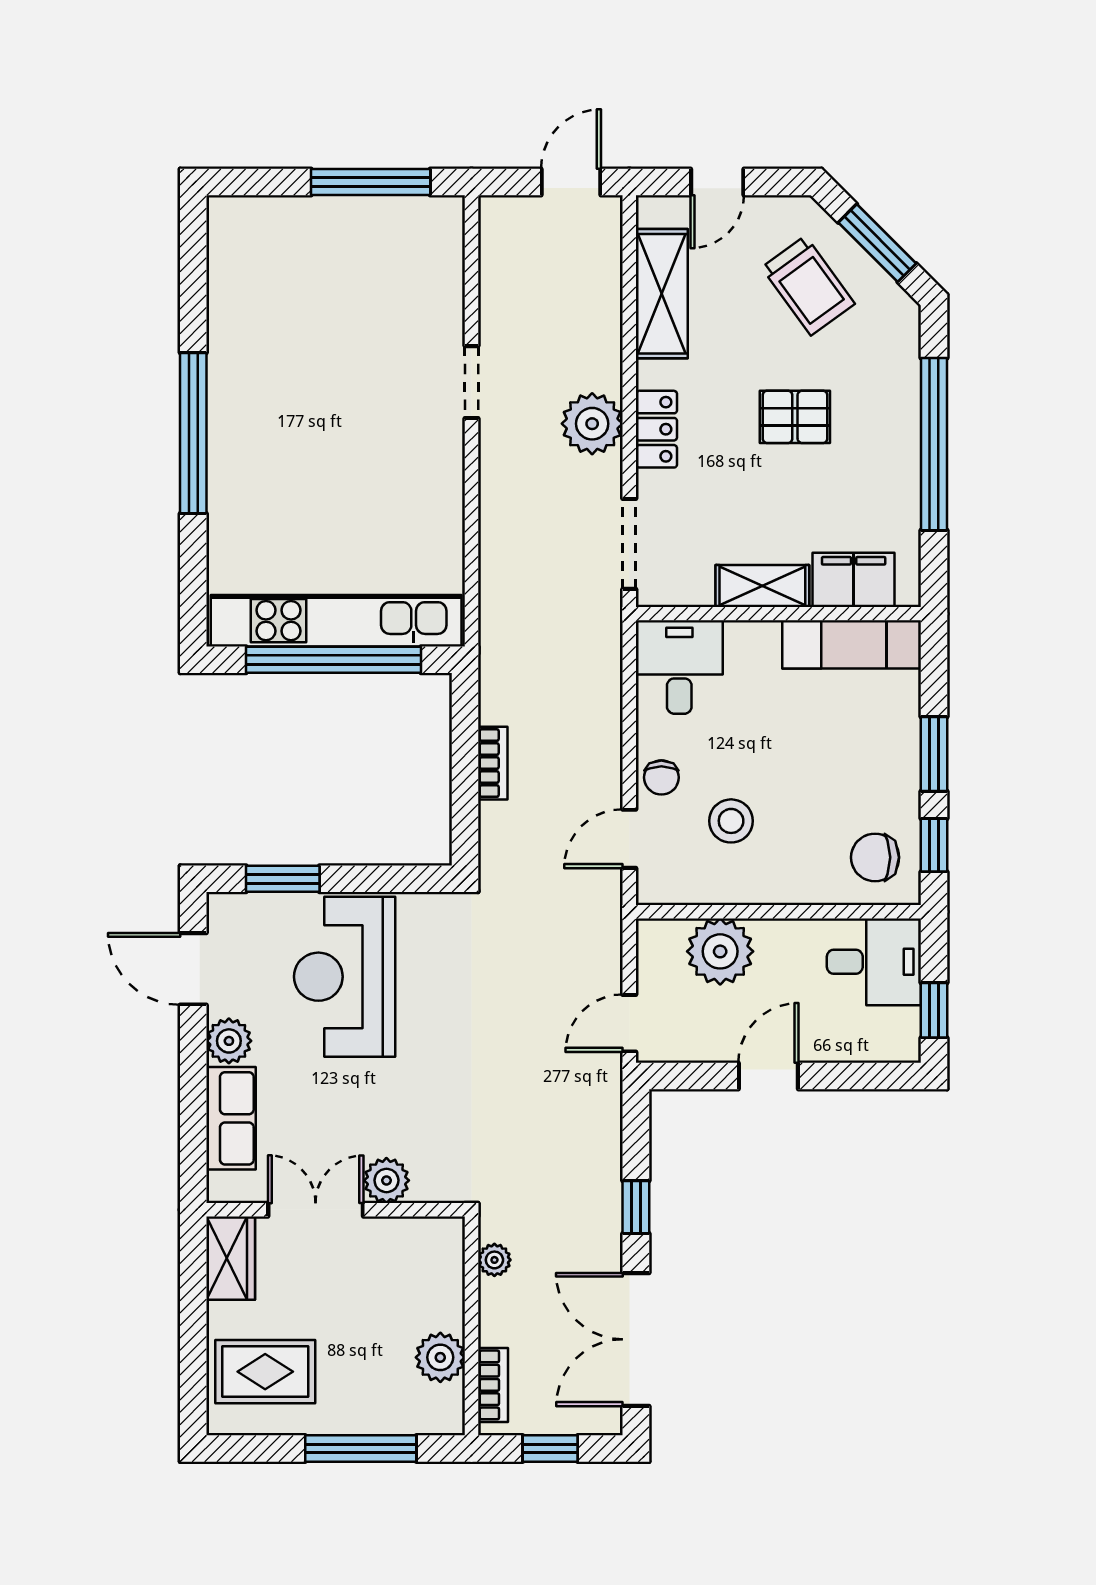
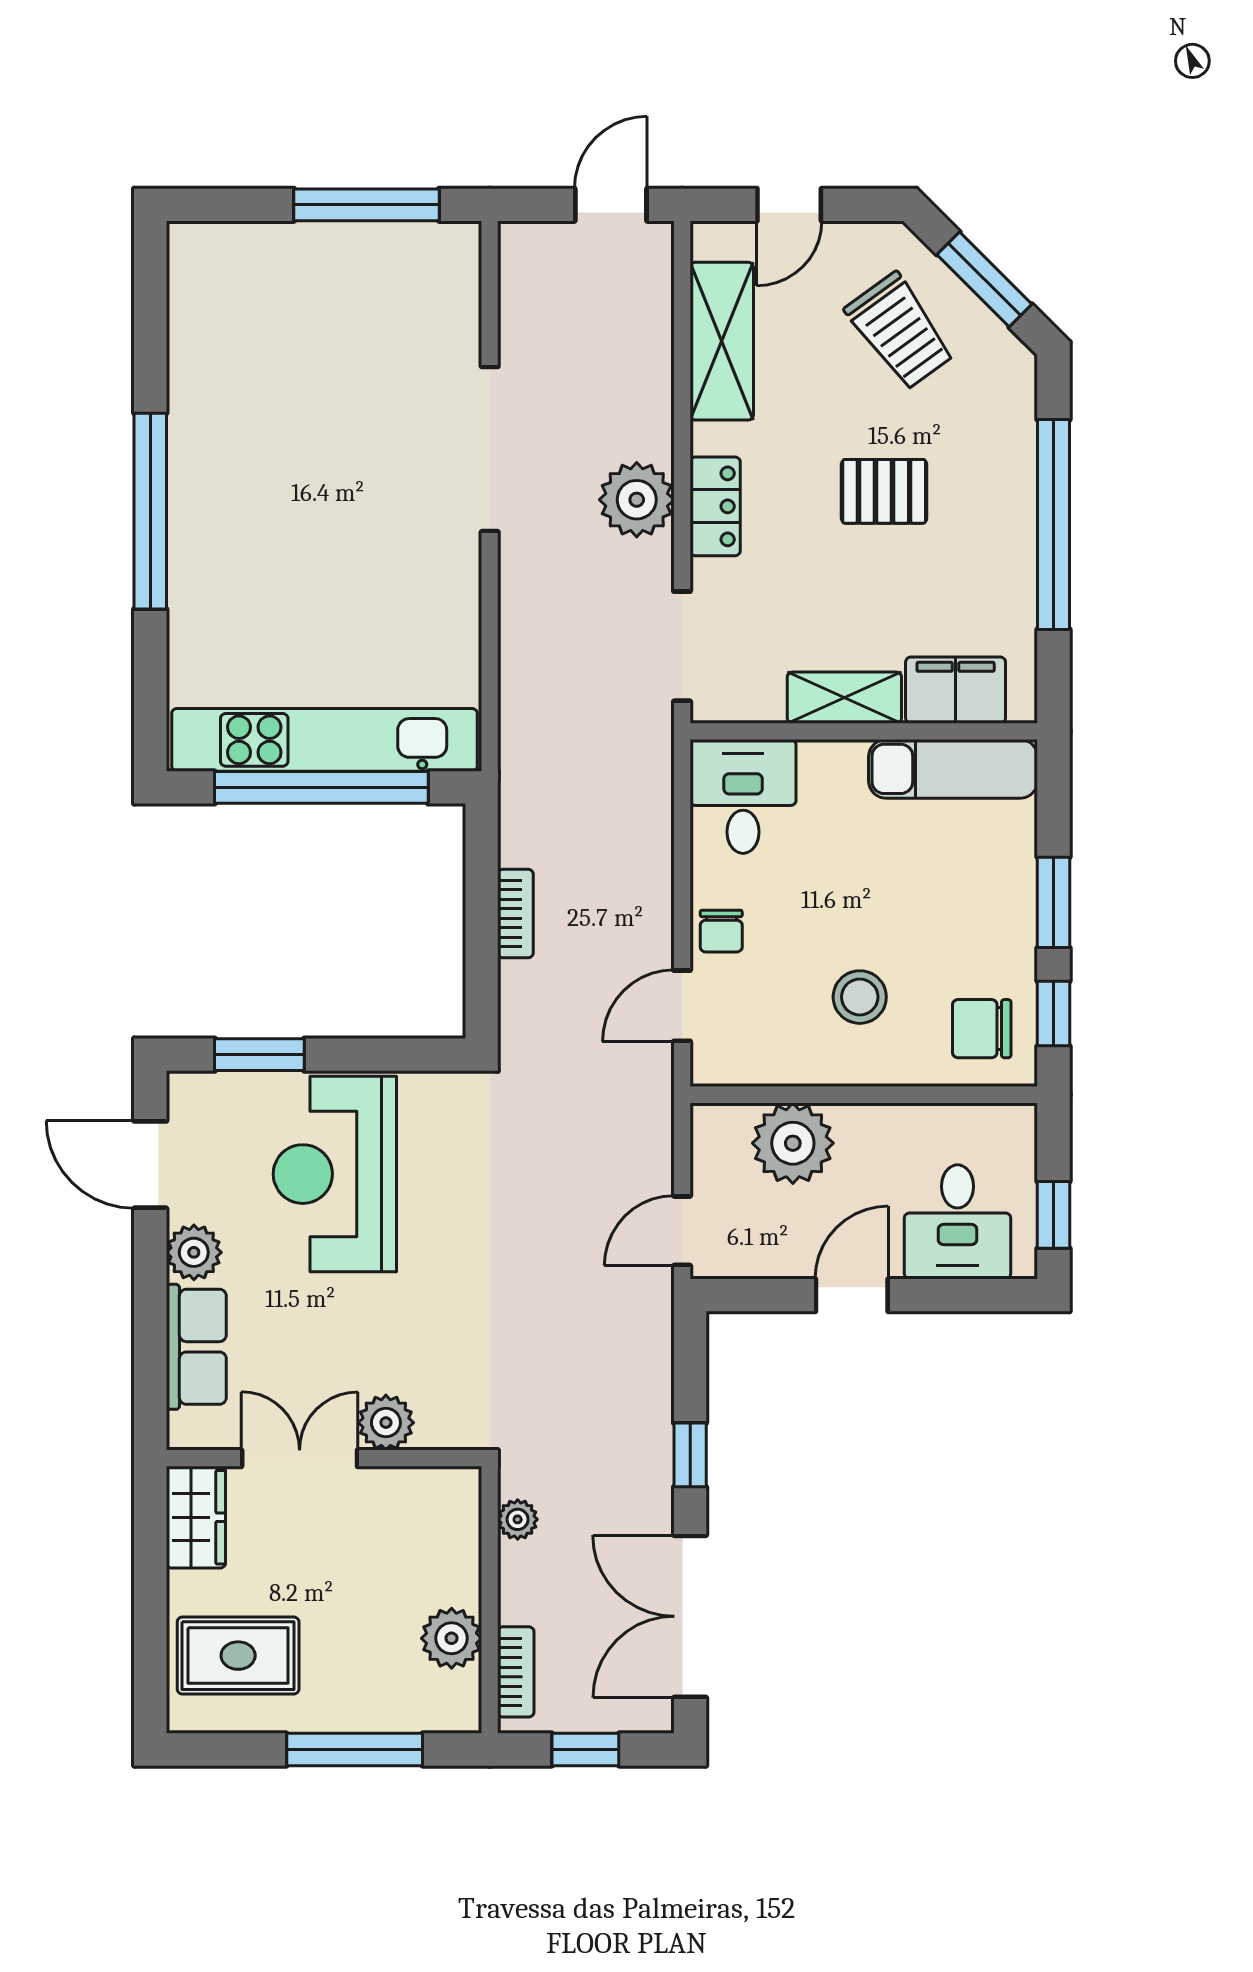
doorway: (472, 382) -> (490, 449), width x1.87
stool: (731, 821) -> (860, 997), moved
desk: (874, 962) -> (958, 1222), moved, turned 90

